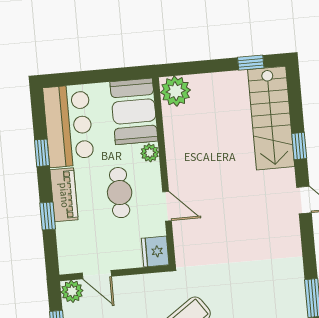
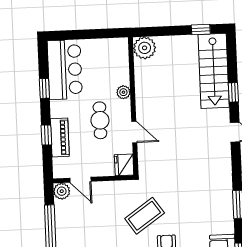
booth: (134, 111) -> (113, 61), removed
piano: (64, 195) -> (60, 138), moved

